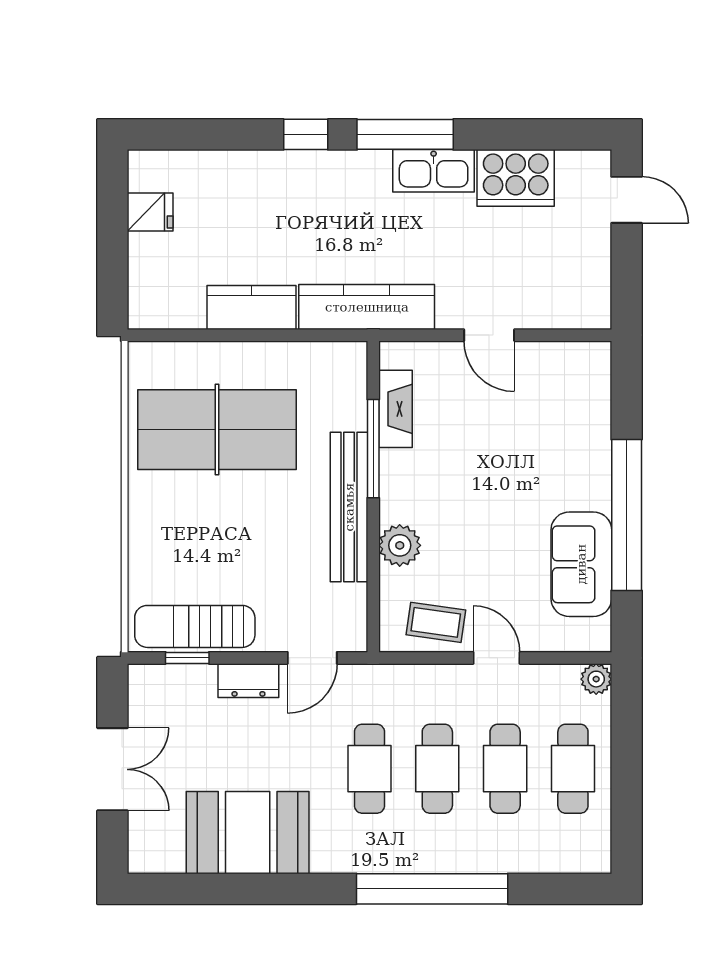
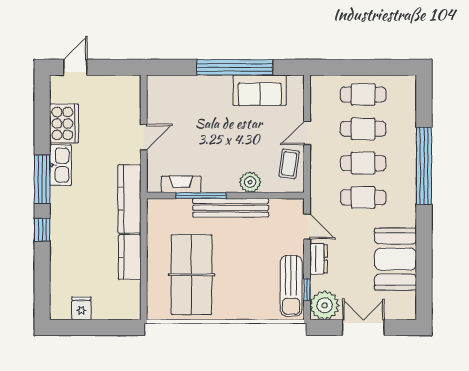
plant: (596, 679) -> (325, 305), moved, width x1.87, depth x1.87

